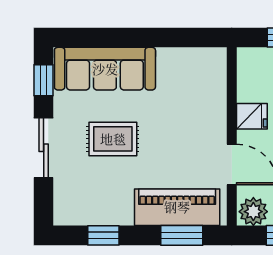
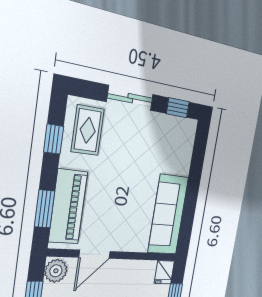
sofa: (105, 69) -> (168, 215), moved
fridge: (252, 116) -> (164, 272), moved
rug: (113, 139) -> (88, 130), moved

